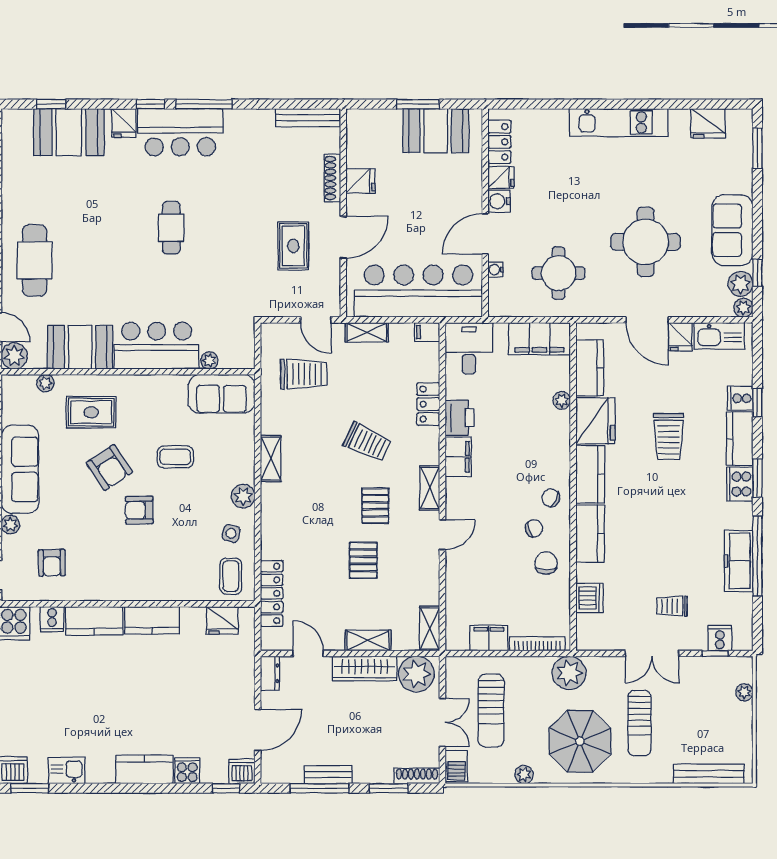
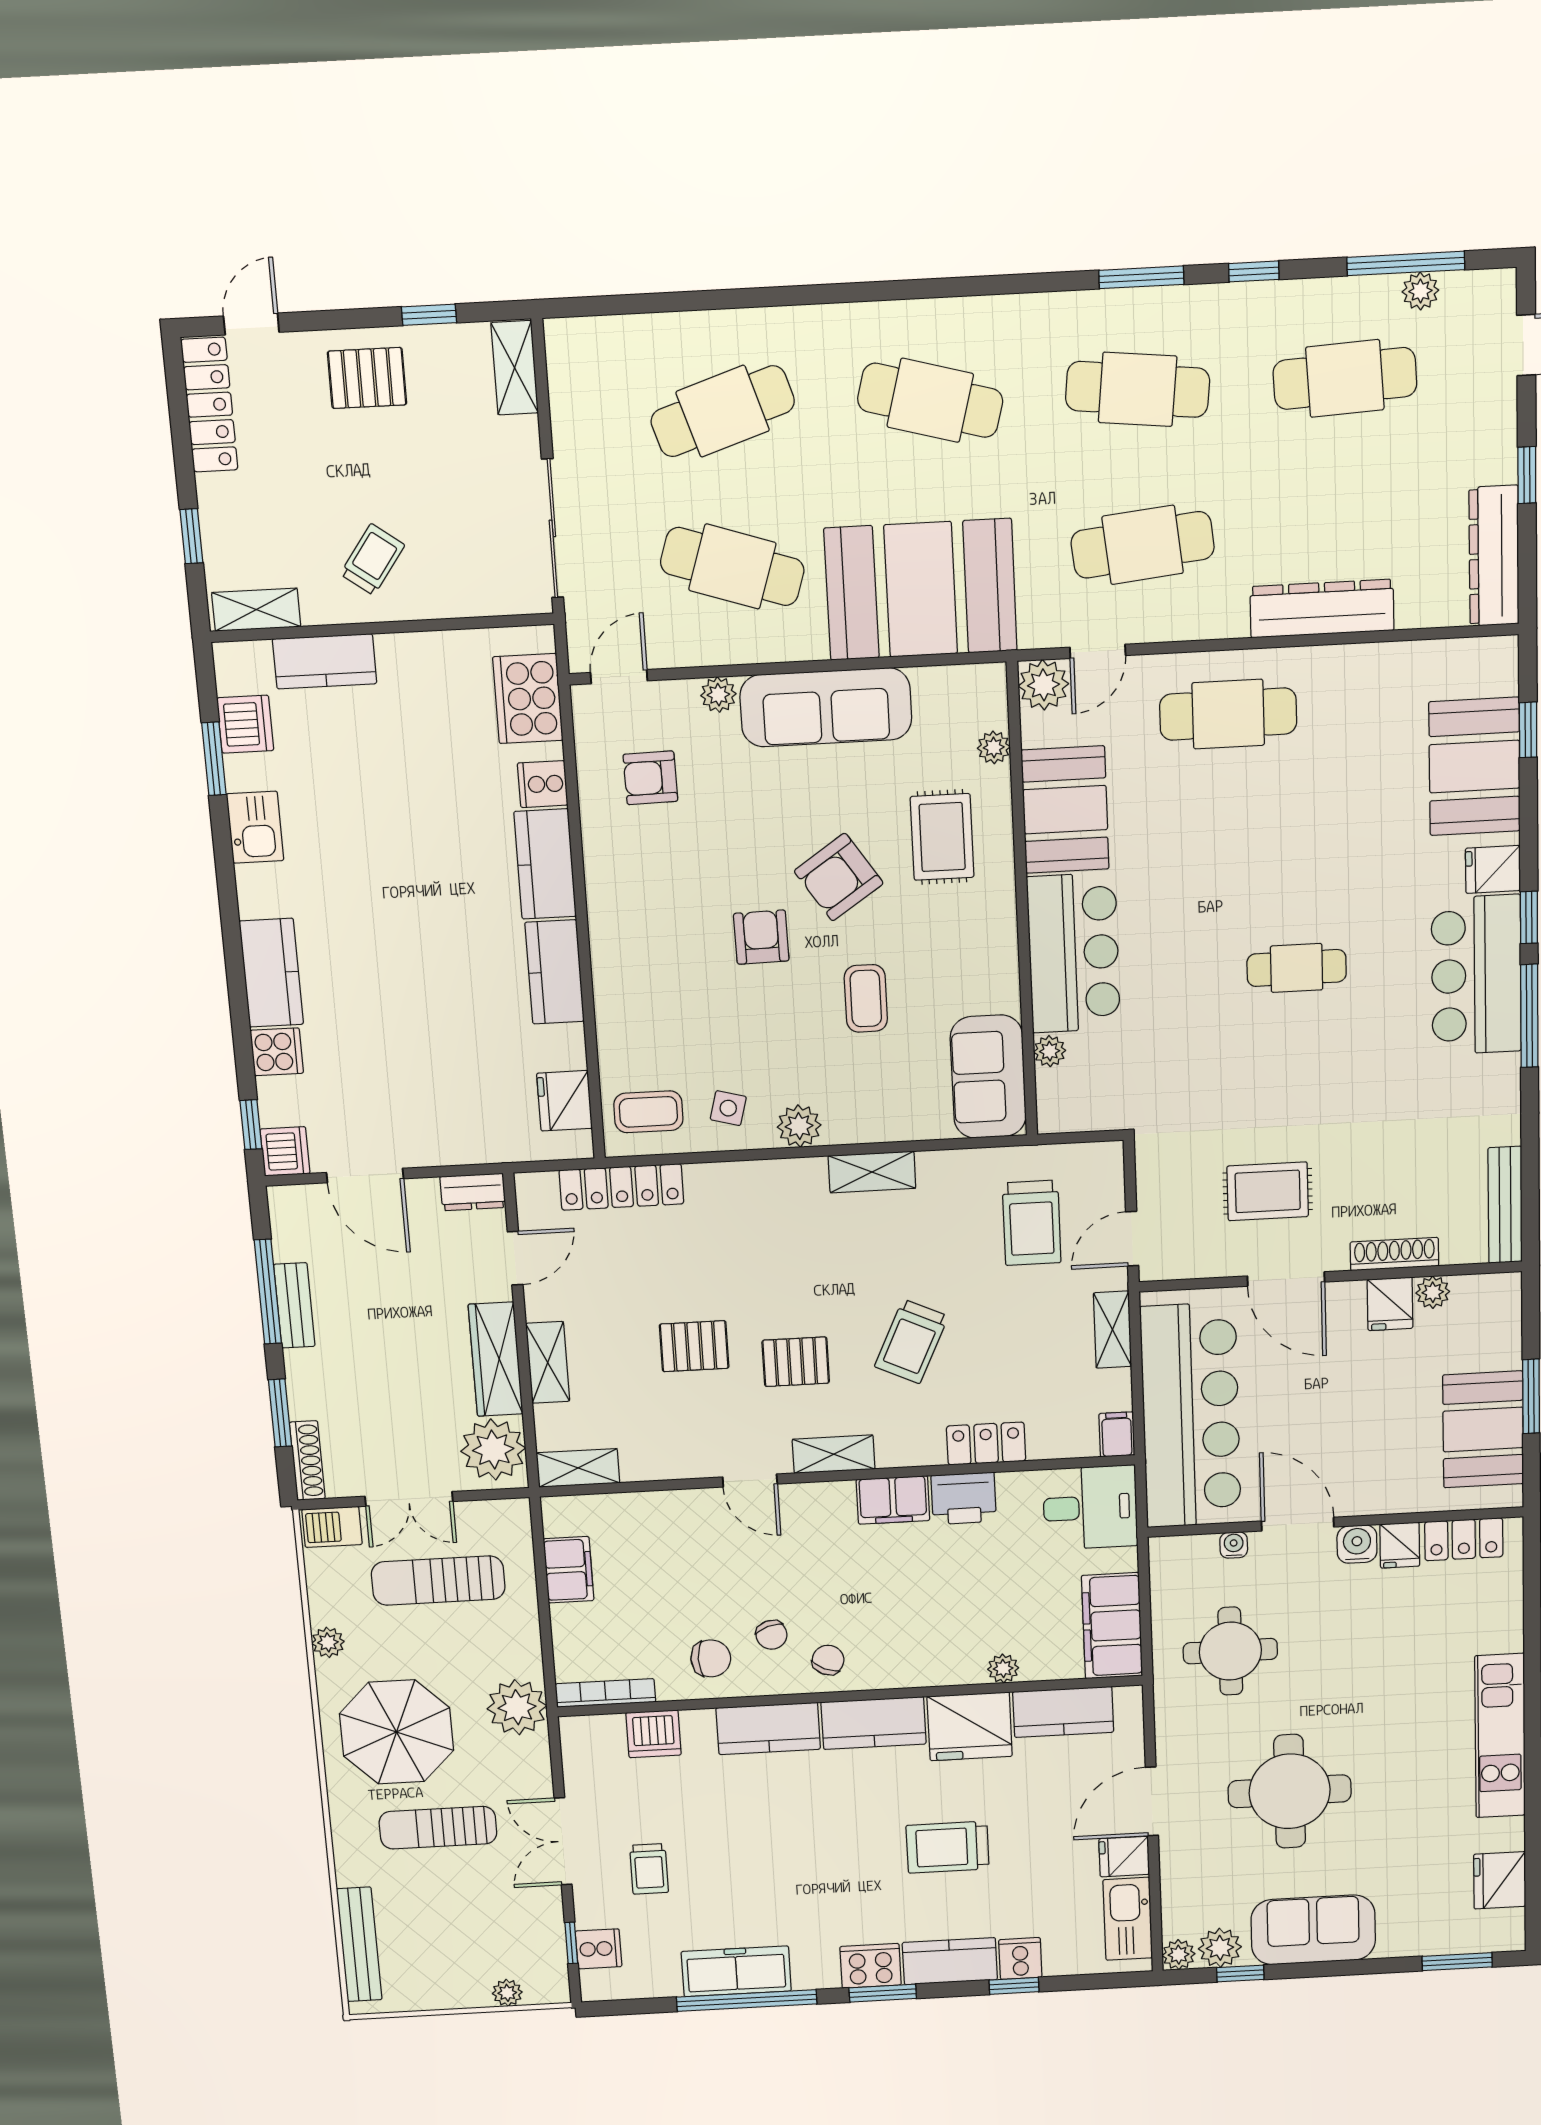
plant: (355, 157) -> (1433, 1292), added
trolley: (672, 606) -> (649, 1869), turned 180
bookcase: (537, 644) -> (605, 1693), moved, turned -90

